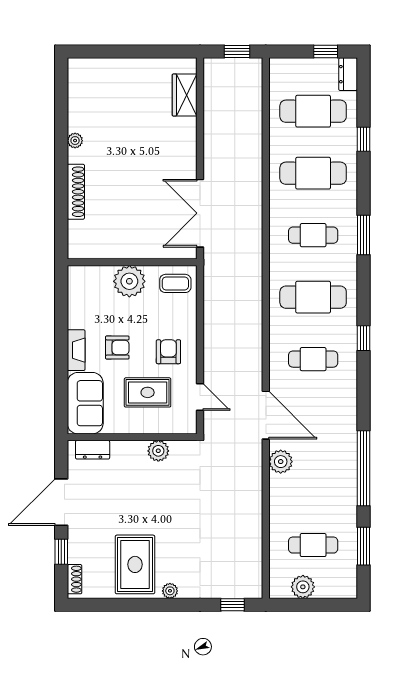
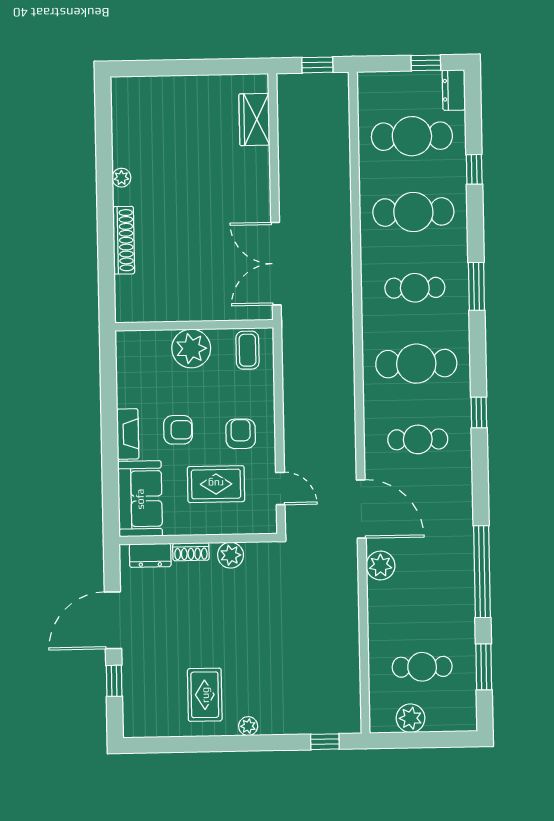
coffee table: (175, 283) -> (247, 350), turned 90
rug: (135, 564) -> (205, 695), width x0.73, depth x0.70
shoe rack: (75, 579) -> (191, 552), moved, turned 90

